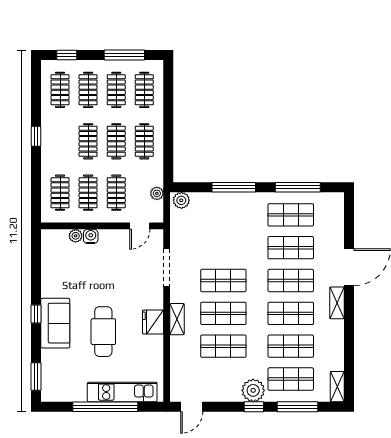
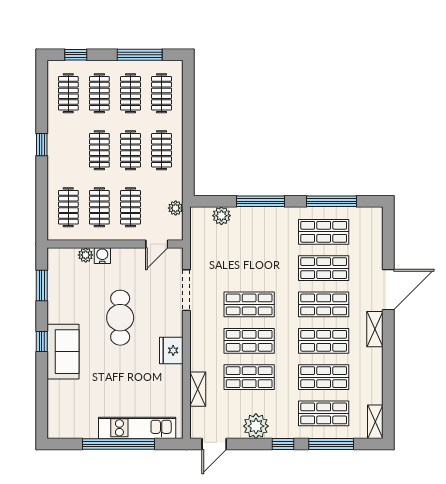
plant: (181, 200) -> (221, 216), moved
shelving: (177, 319) -> (198, 389), moved
cafe table: (103, 332) -> (120, 318), moved
window: (36, 376) -> (42, 286), moved
plant: (253, 390) -> (256, 426), moved

